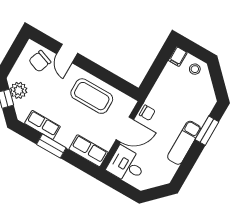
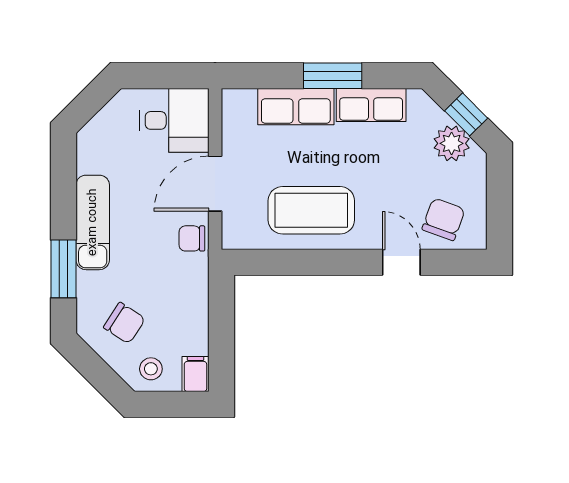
chair: (195, 94) -> (124, 323), added
row of seats: (88, 151) -> (296, 107), moved

